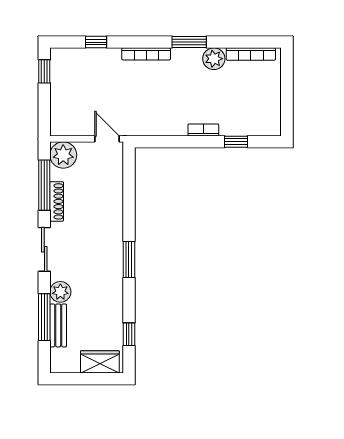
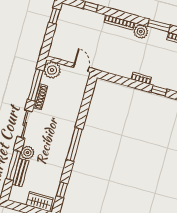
window: (189, 42) -> (159, 26), moved
plant: (214, 59) -> (141, 31), moved
window: (129, 259) -> (74, 144), width x1.44

